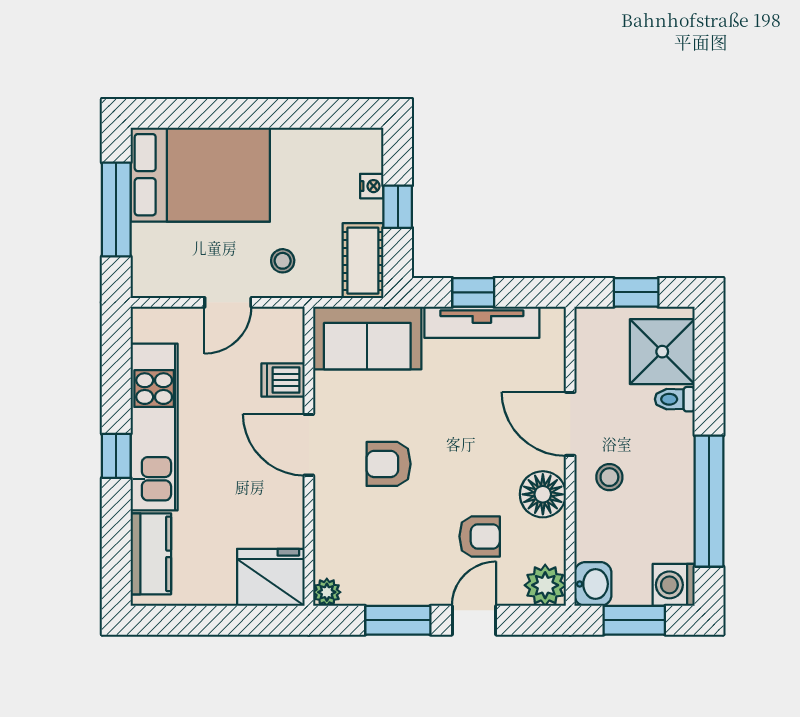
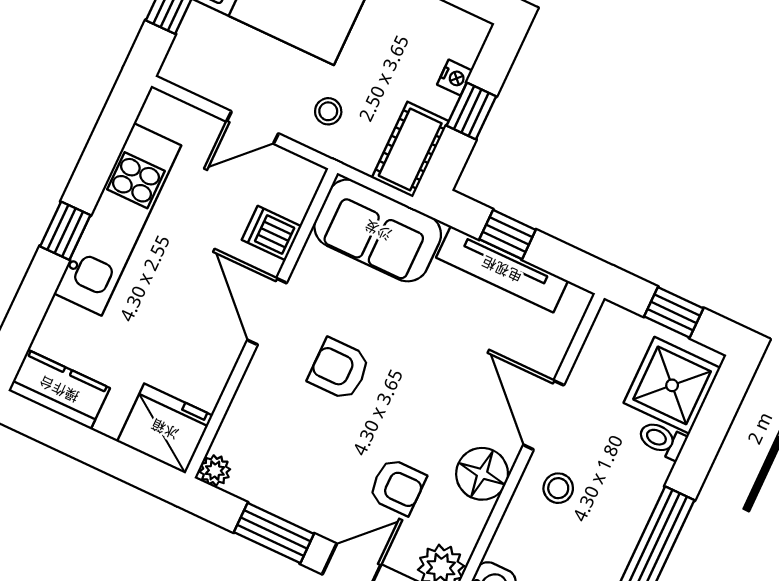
kitchen counter: (151, 554) -> (59, 389), moved, turned -90

